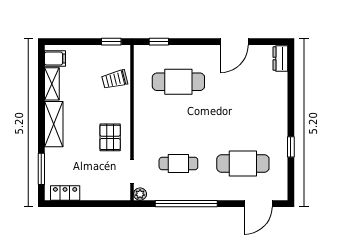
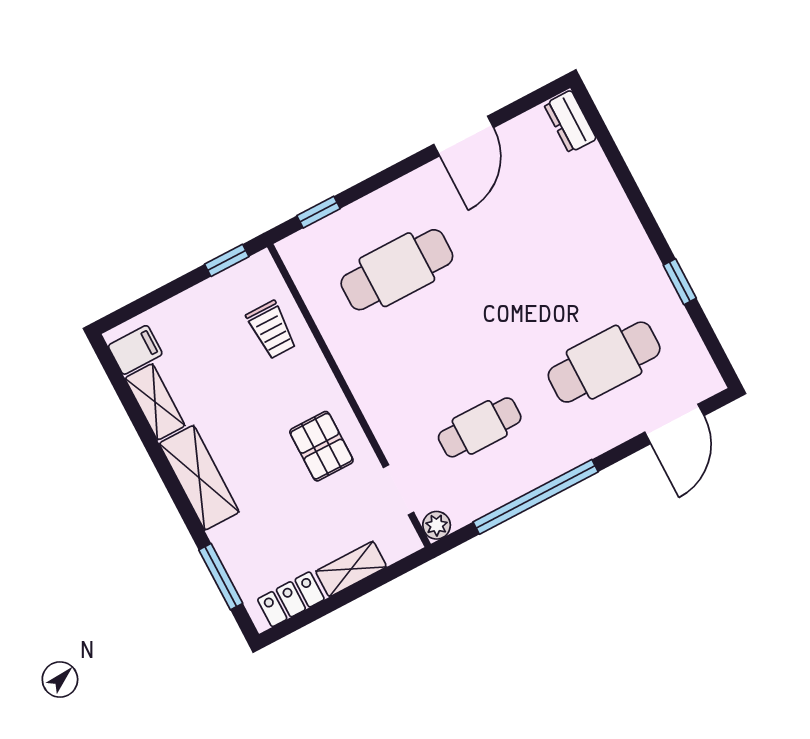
trolley: (115, 79) -> (272, 330), turned -76
shelving: (96, 194) -> (351, 569), added

